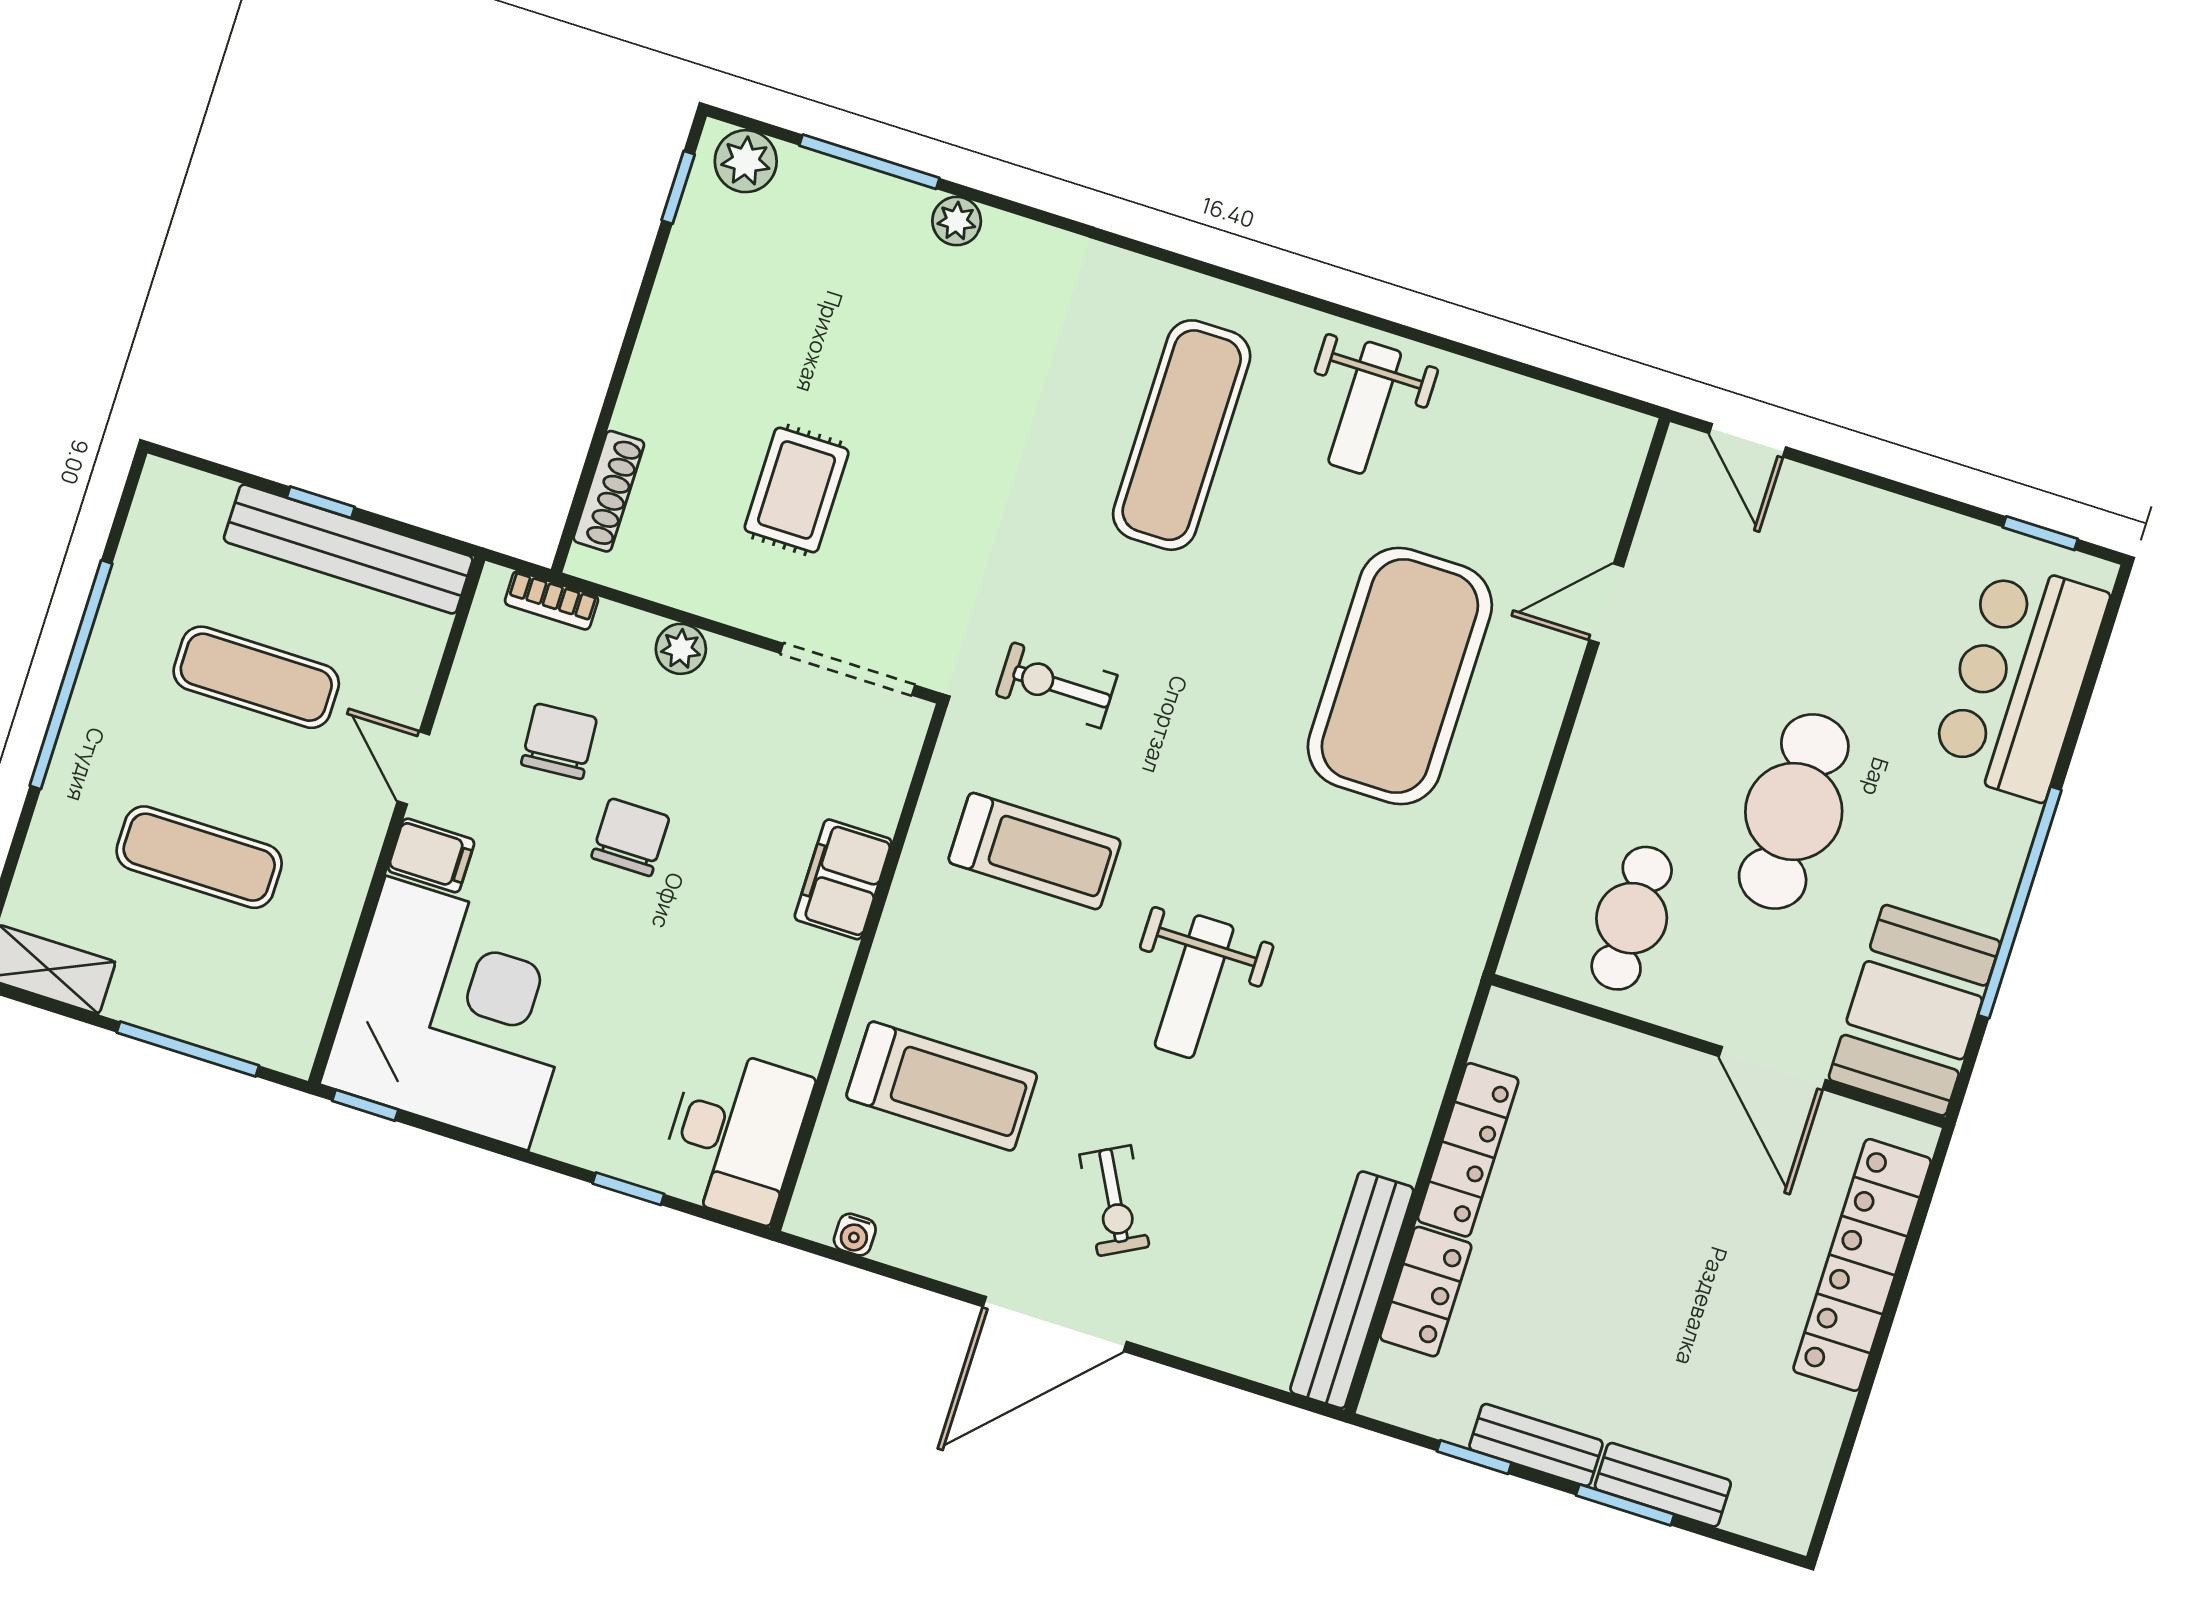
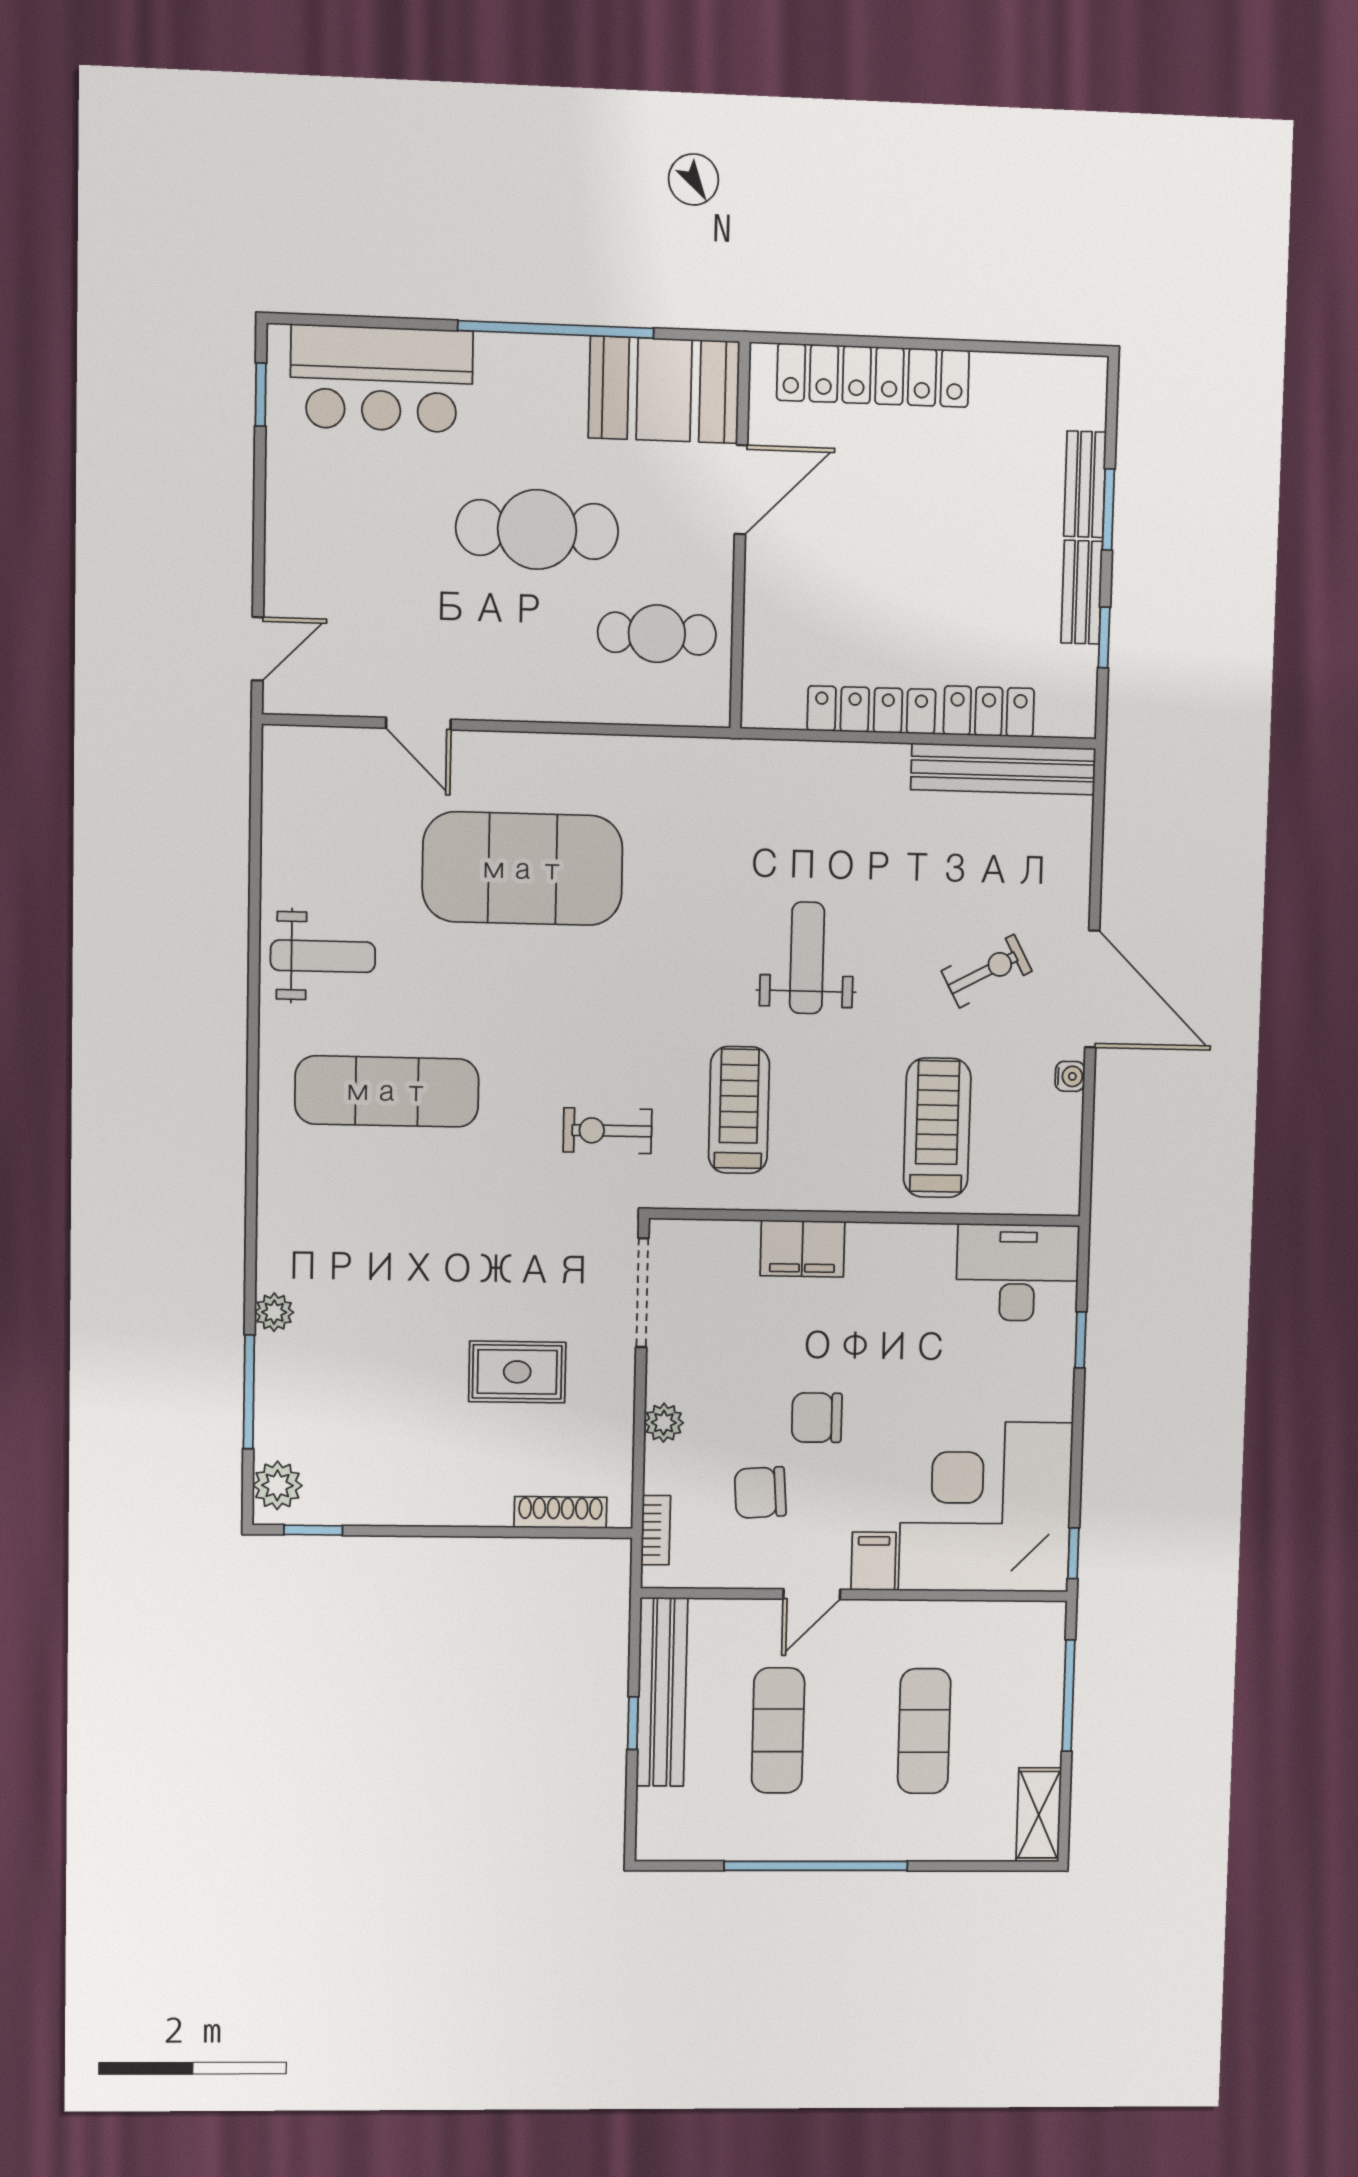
exercise bike: (1057, 685) -> (608, 1131), turned 90
weight bench: (1194, 987) -> (807, 958), turned -90
water cooler: (855, 1235) -> (1070, 1076), moved

